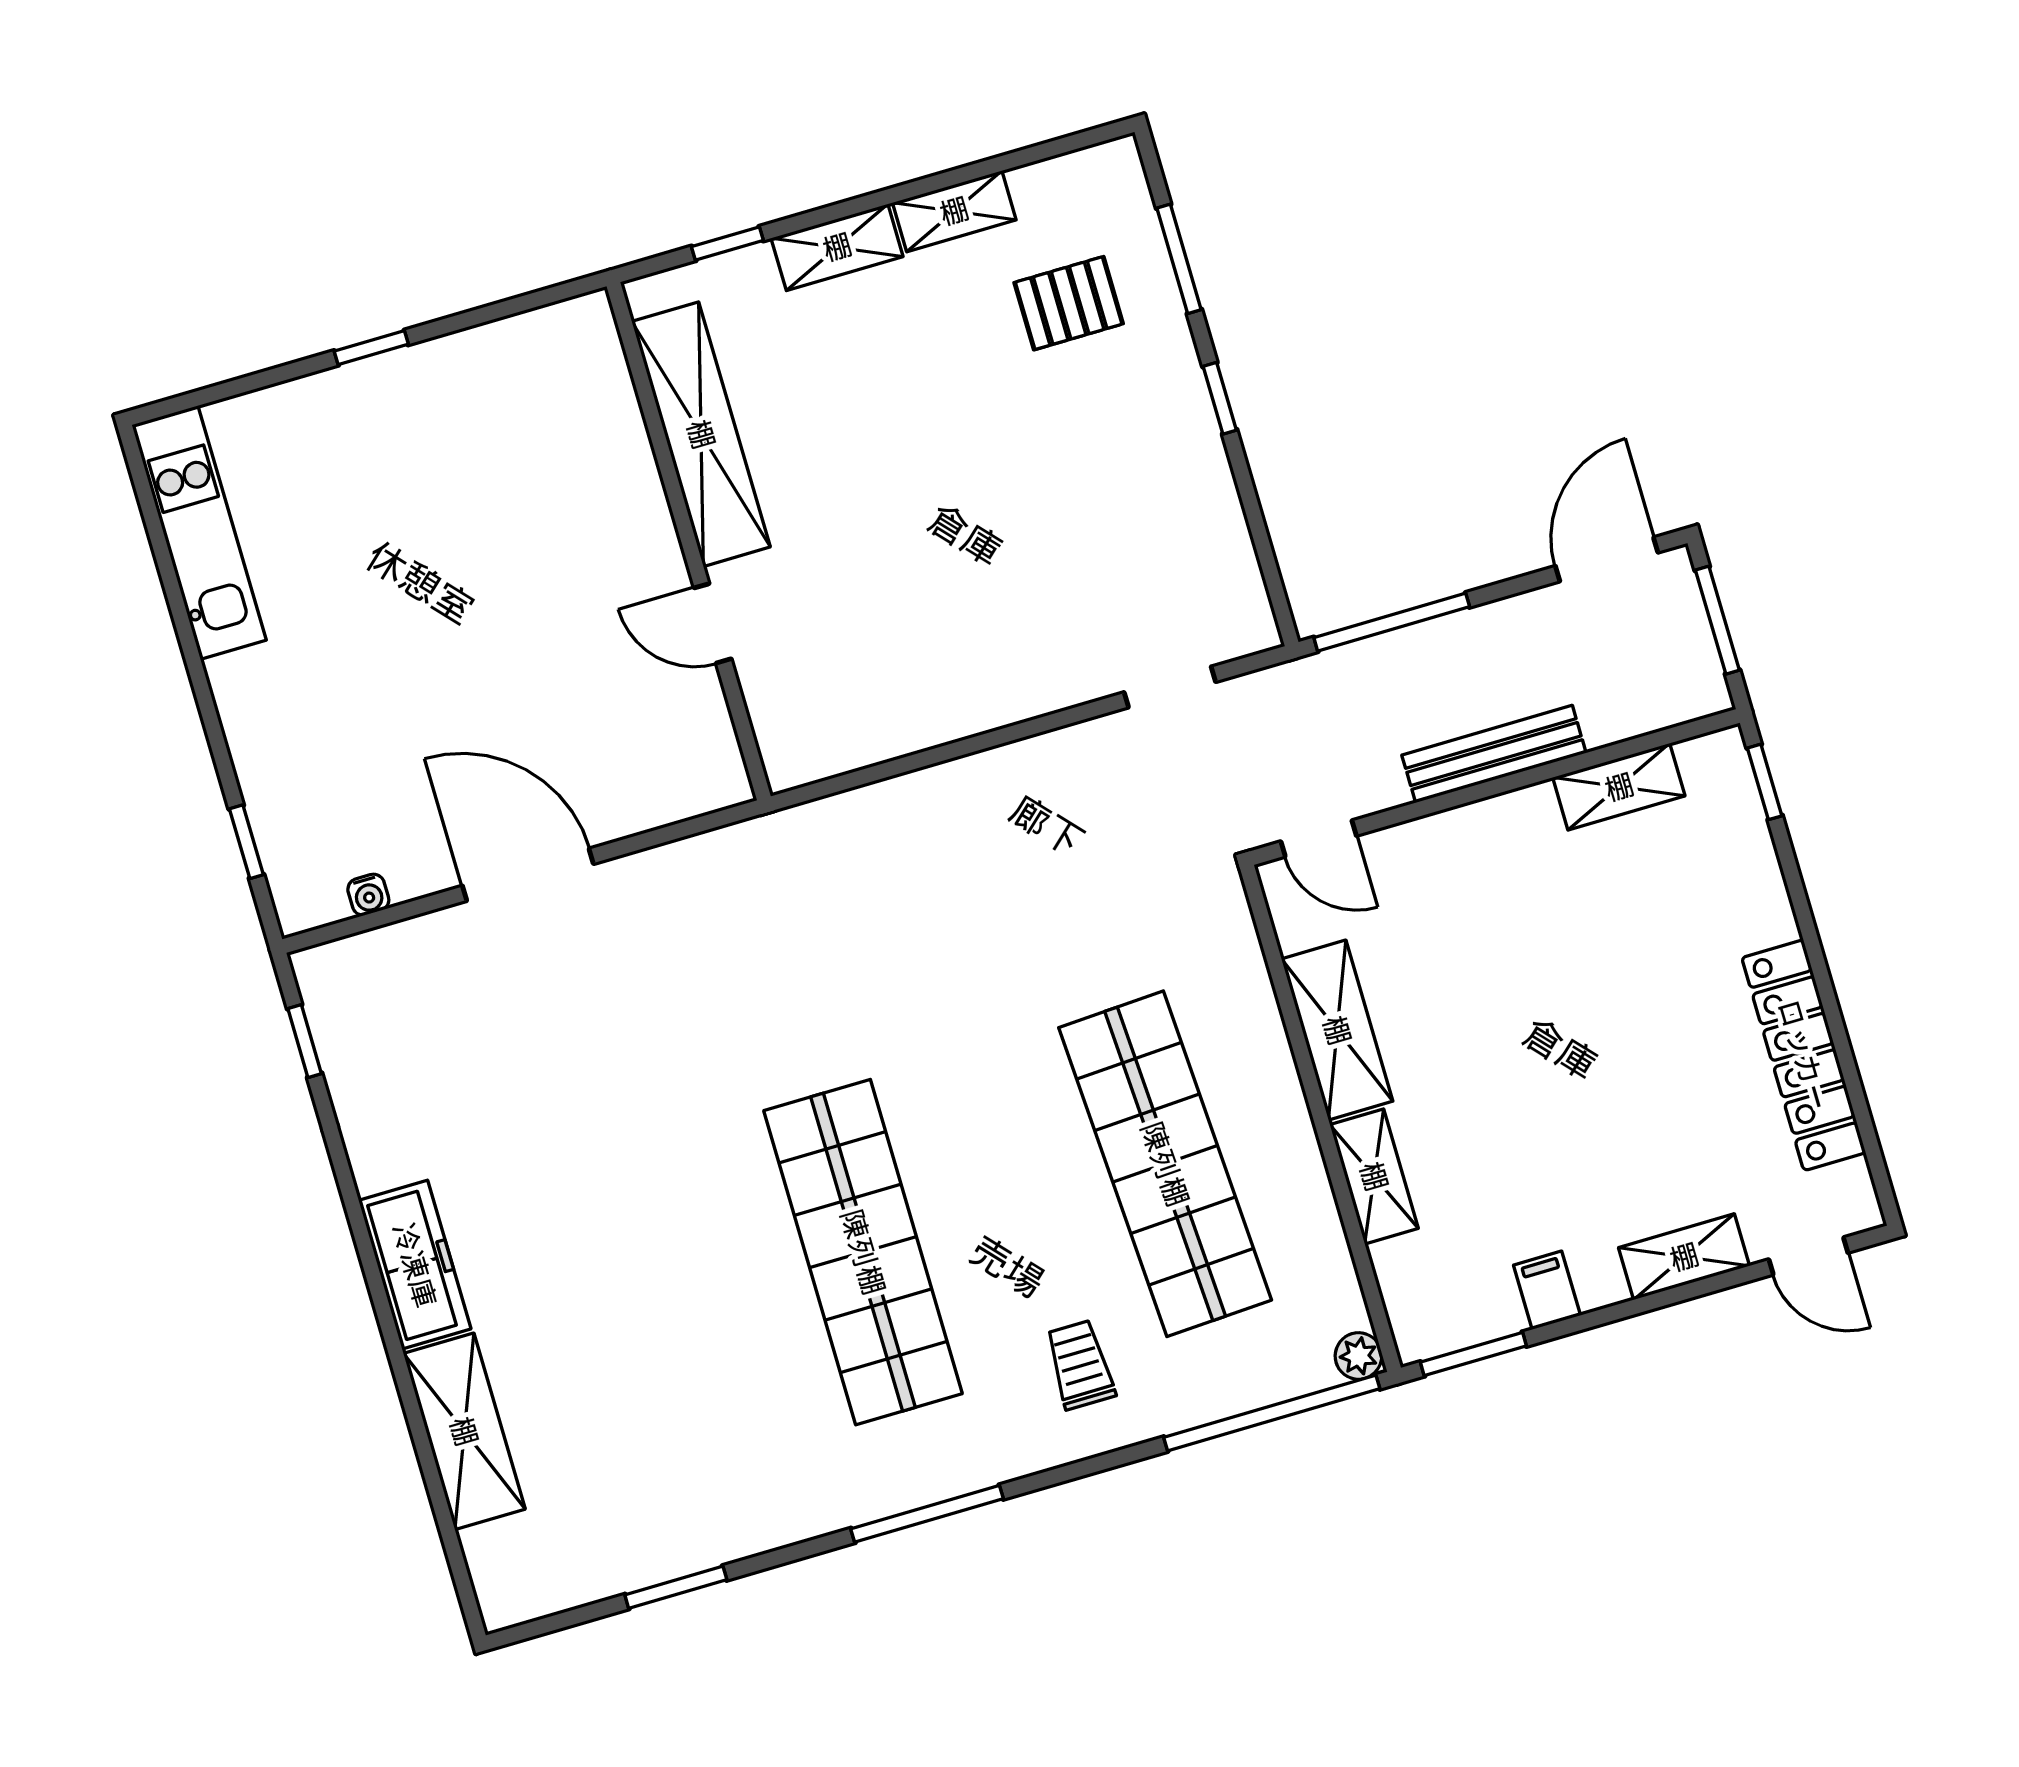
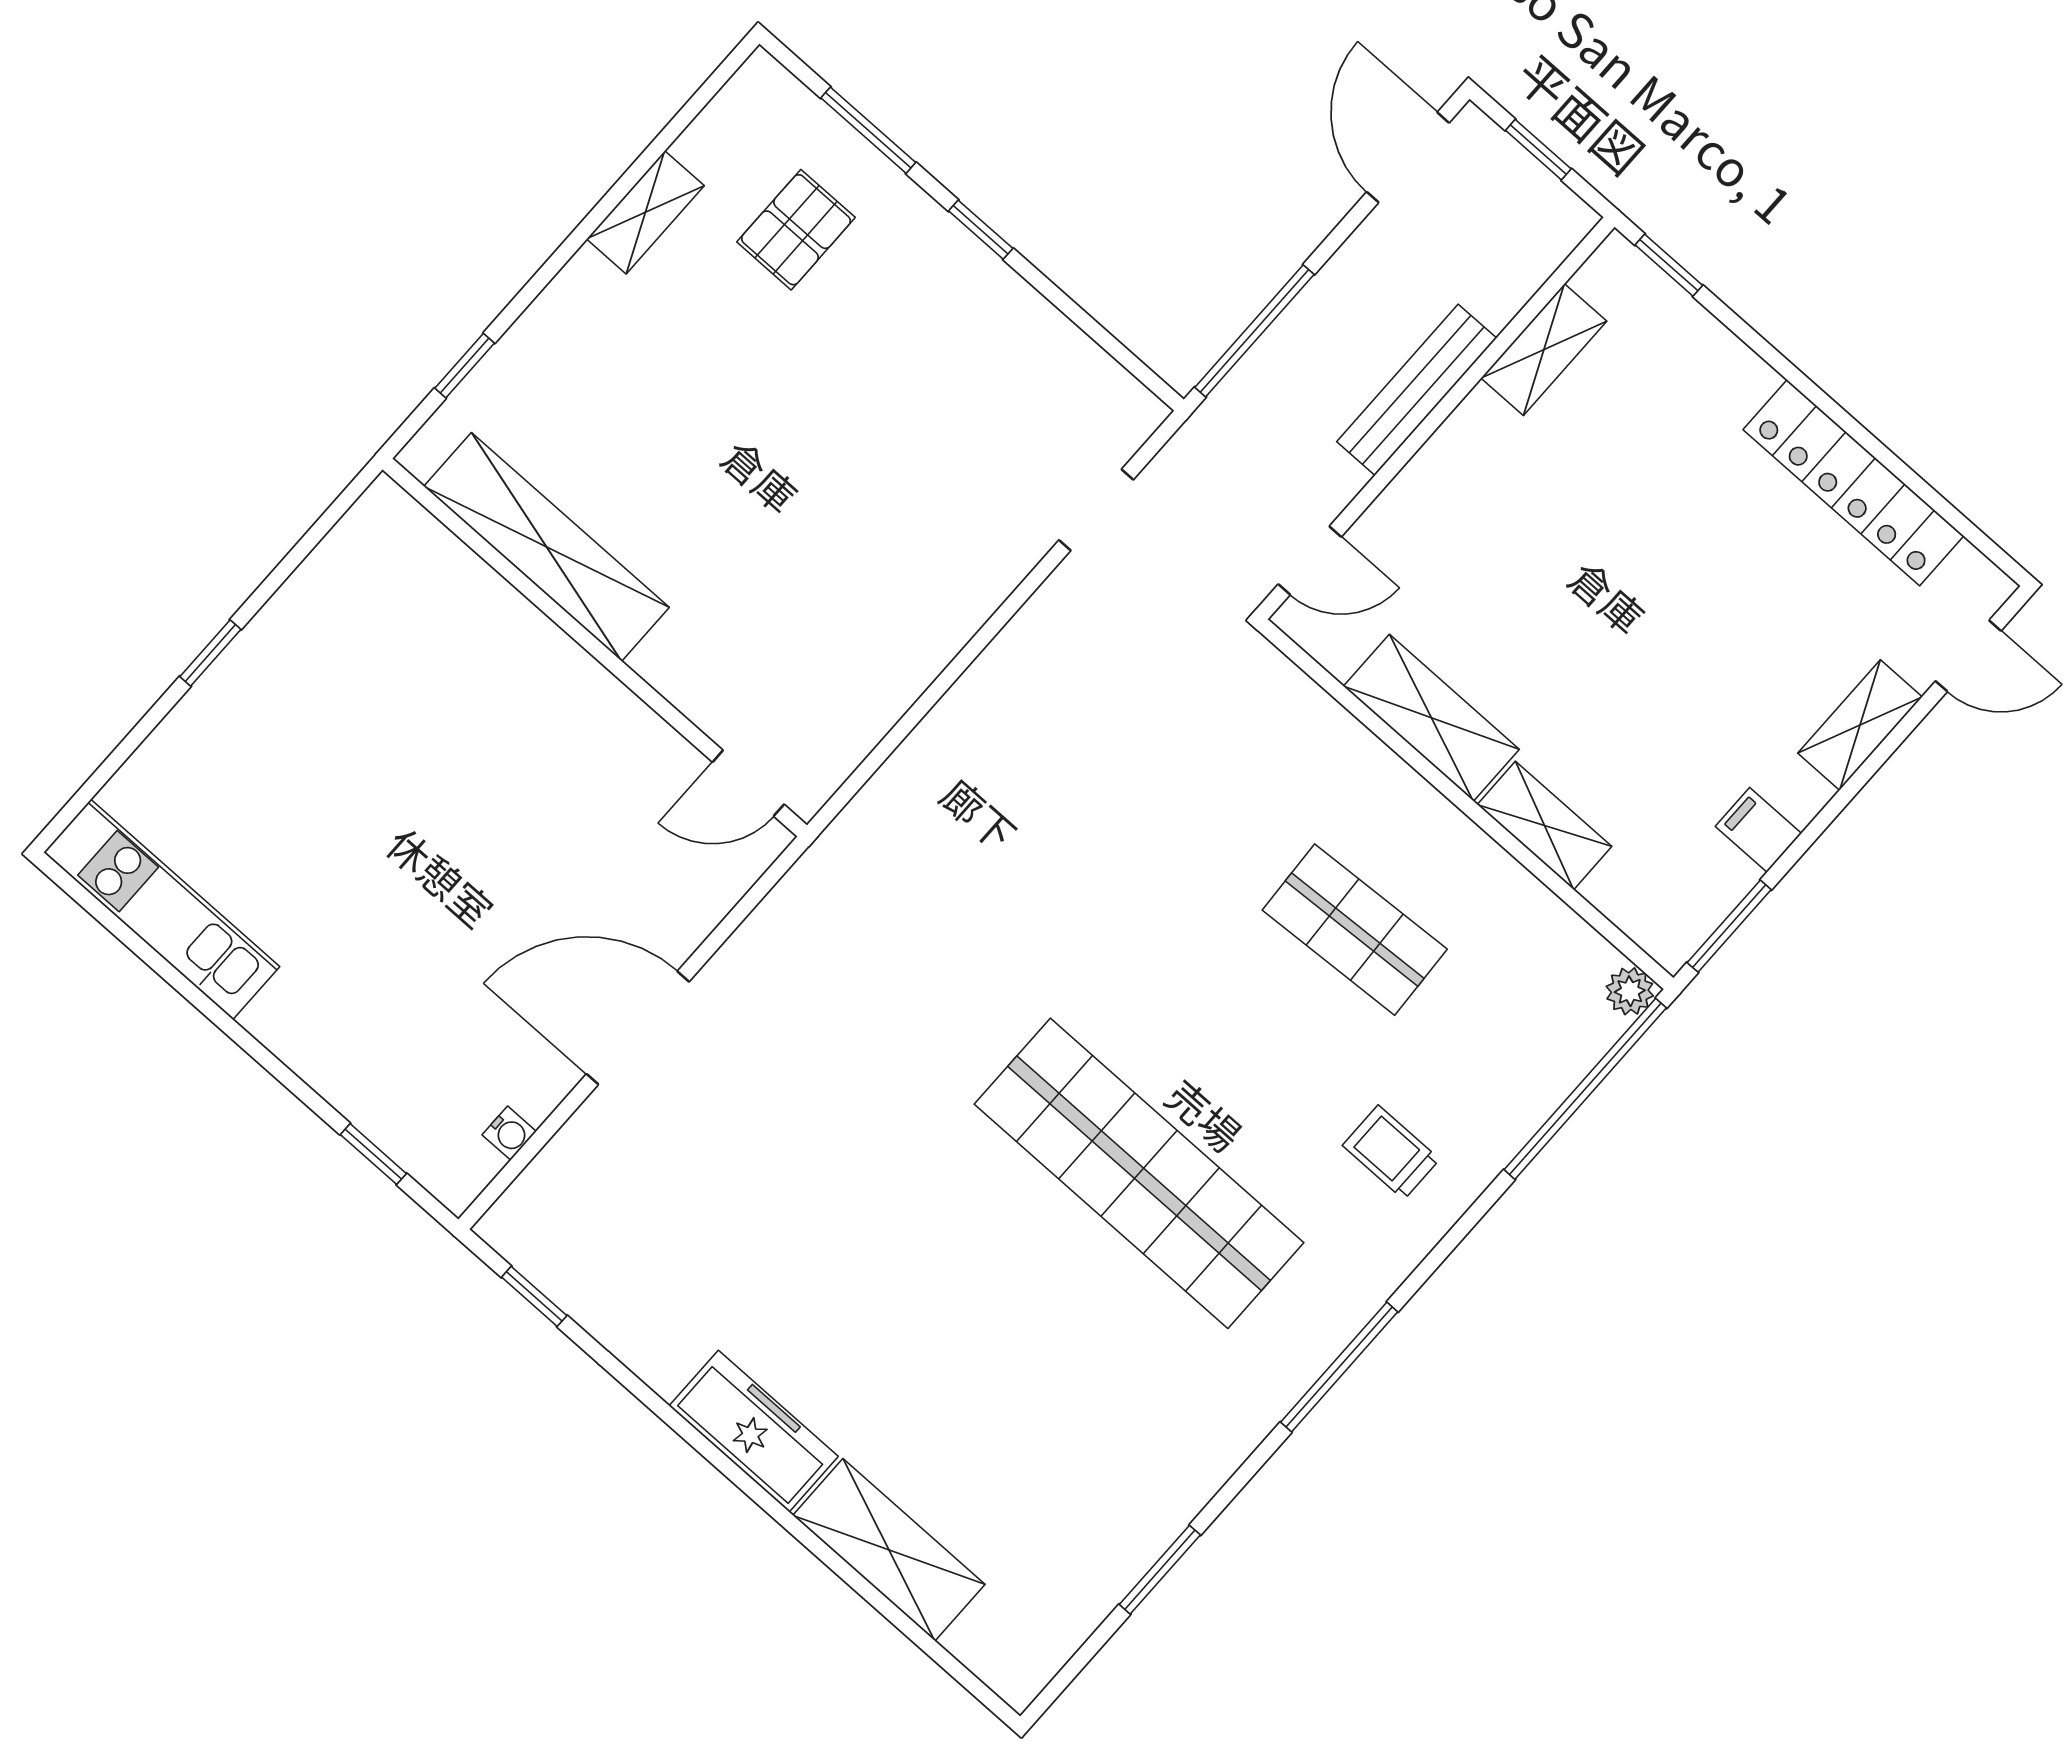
shelving: (837, 247) -> (563, 308), removed
window: (1717, 620) -> (1538, 150), width x0.67
door: (713, 623) -> (748, 783), moved
shop shelf: (1165, 1164) -> (1355, 930), width x0.50, depth x0.74

